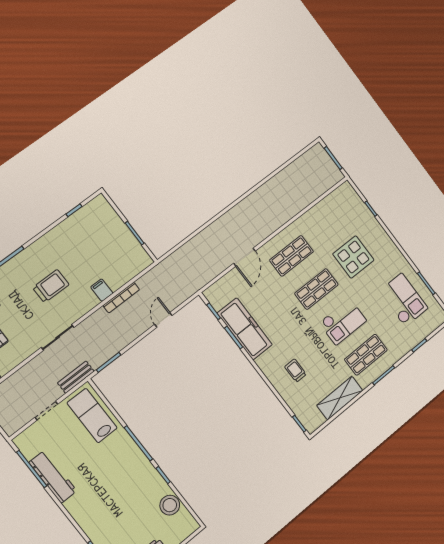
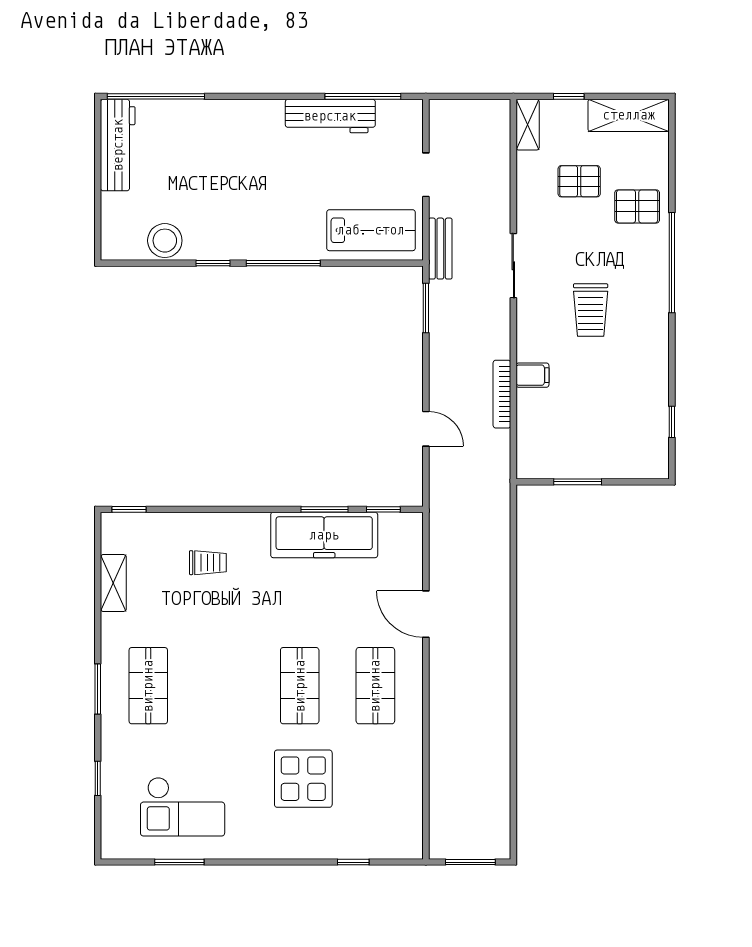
checkout: (343, 322) -> (222, 689), removed
shelving: (340, 398) -> (113, 583), width x0.67, depth x0.75

